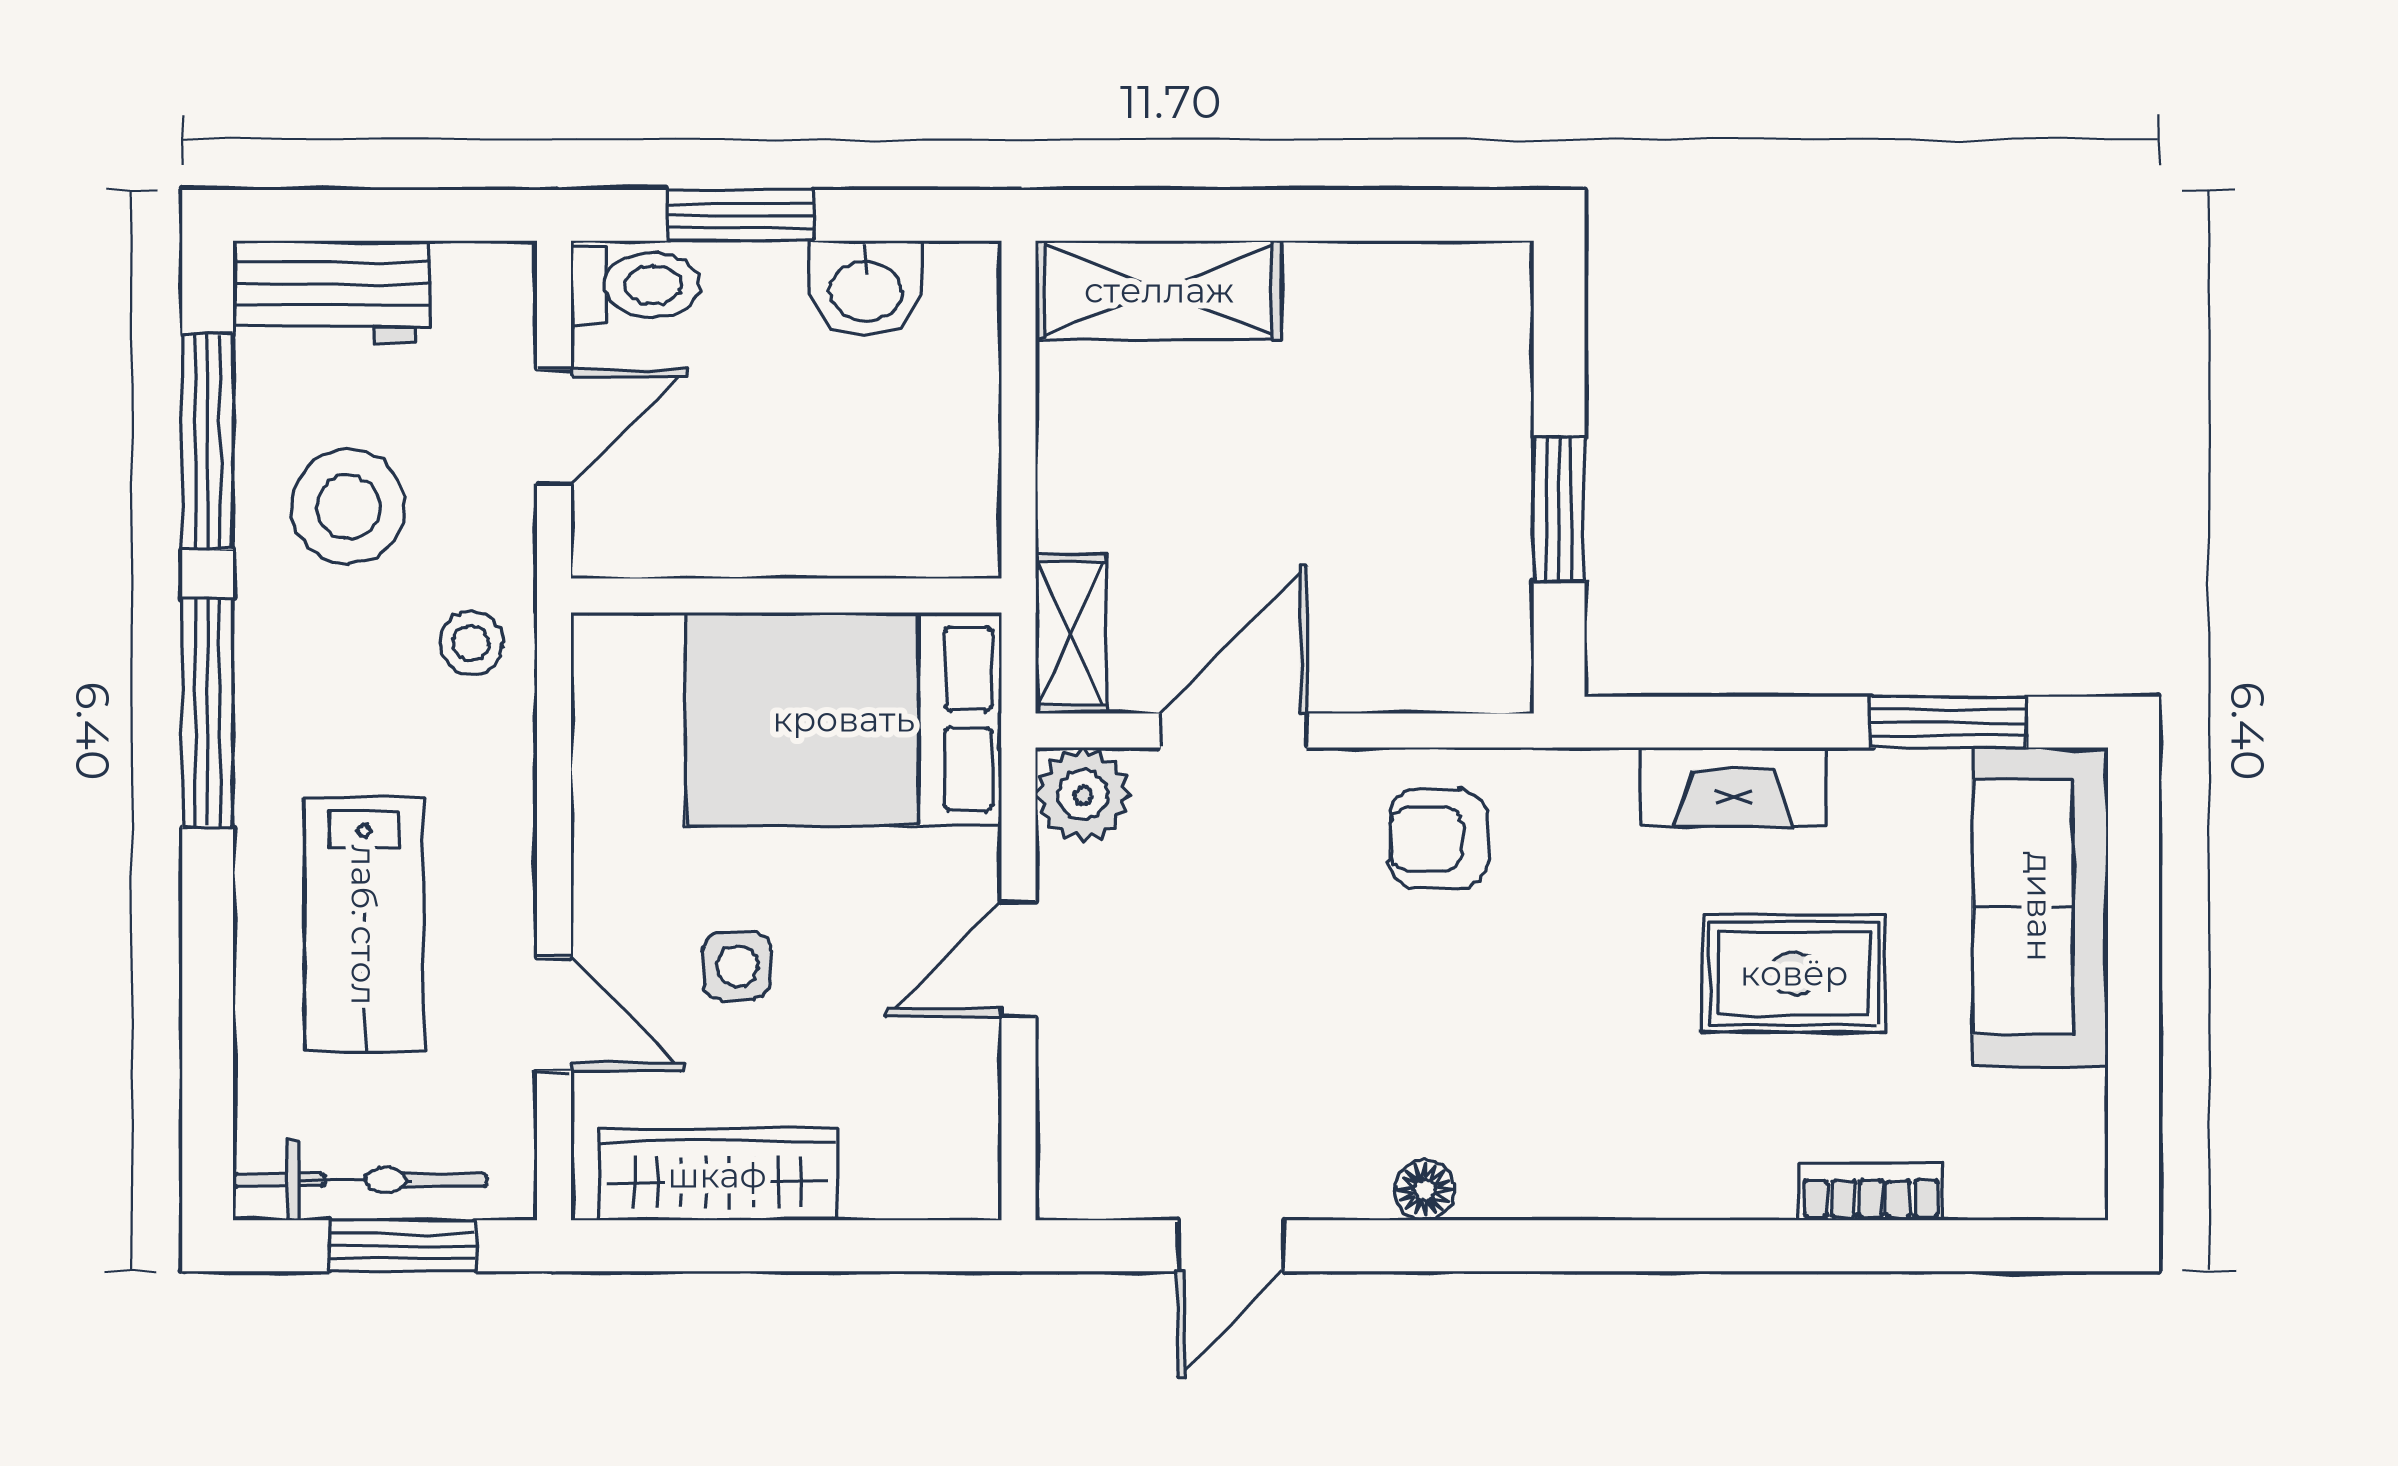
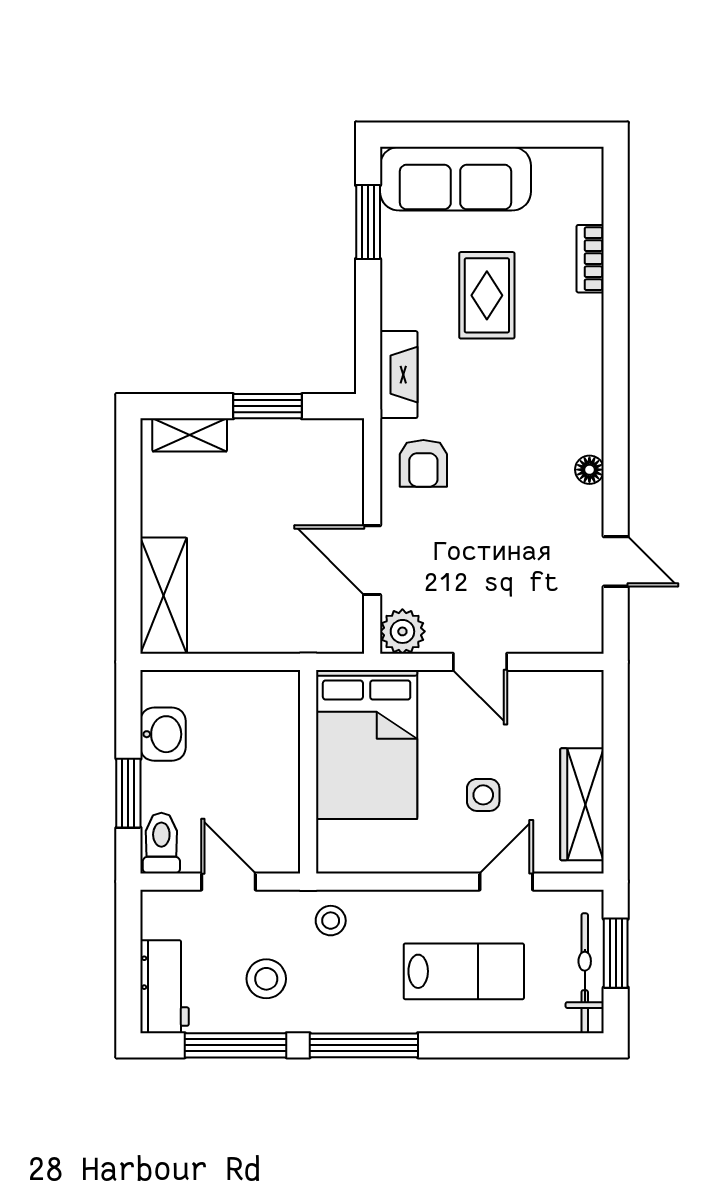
stool: (348, 507) -> (266, 979), width x0.73, depth x0.73
shelving: (1071, 633) -> (190, 435), moved
fireplace: (1734, 787) -> (399, 375), moved

